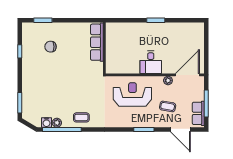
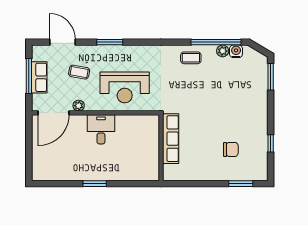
row of seats: (97, 42) -> (171, 139), moved
row of seats: (198, 113) -> (39, 77), moved

